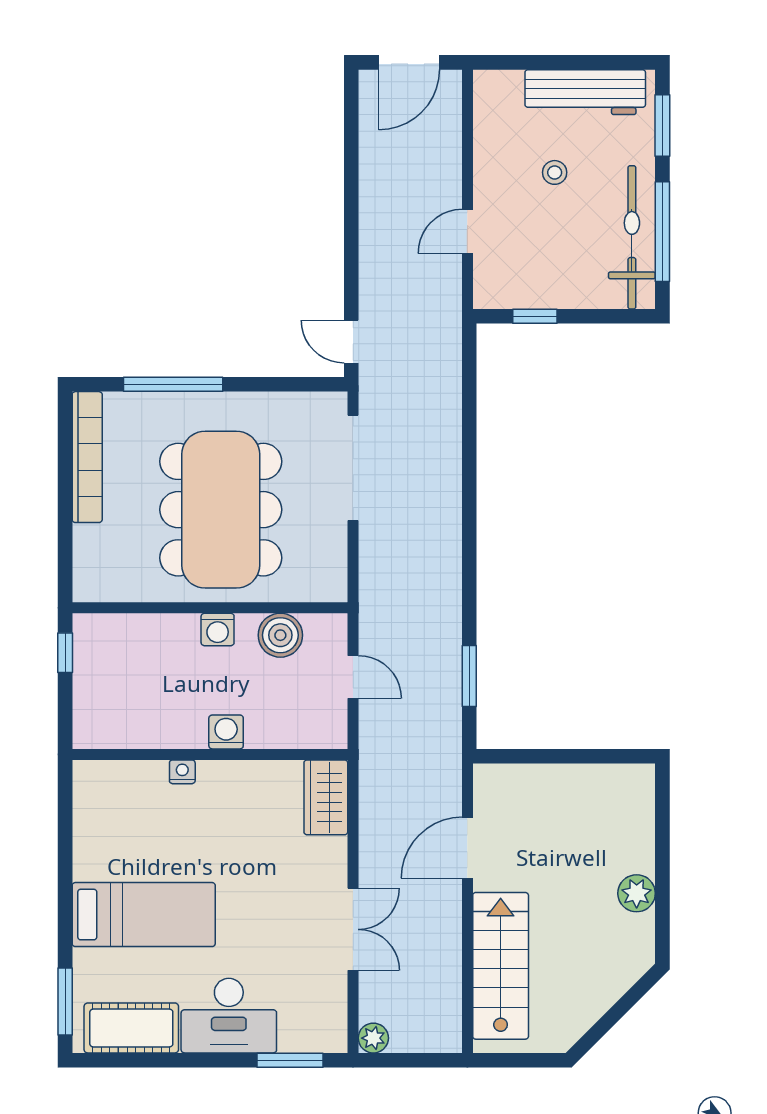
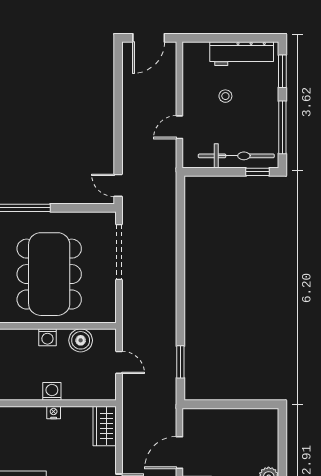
bicycle: (632, 237) -> (236, 156), moved, turned 90
window: (535, 316) -> (258, 172), moved
nightstand: (182, 772) -> (54, 412), moved

